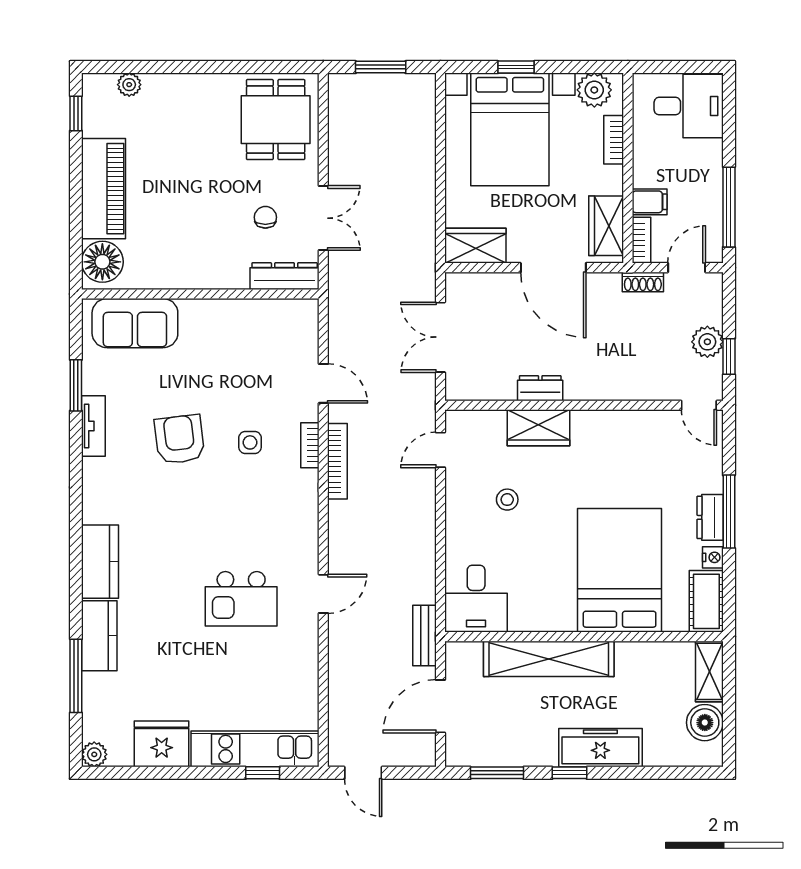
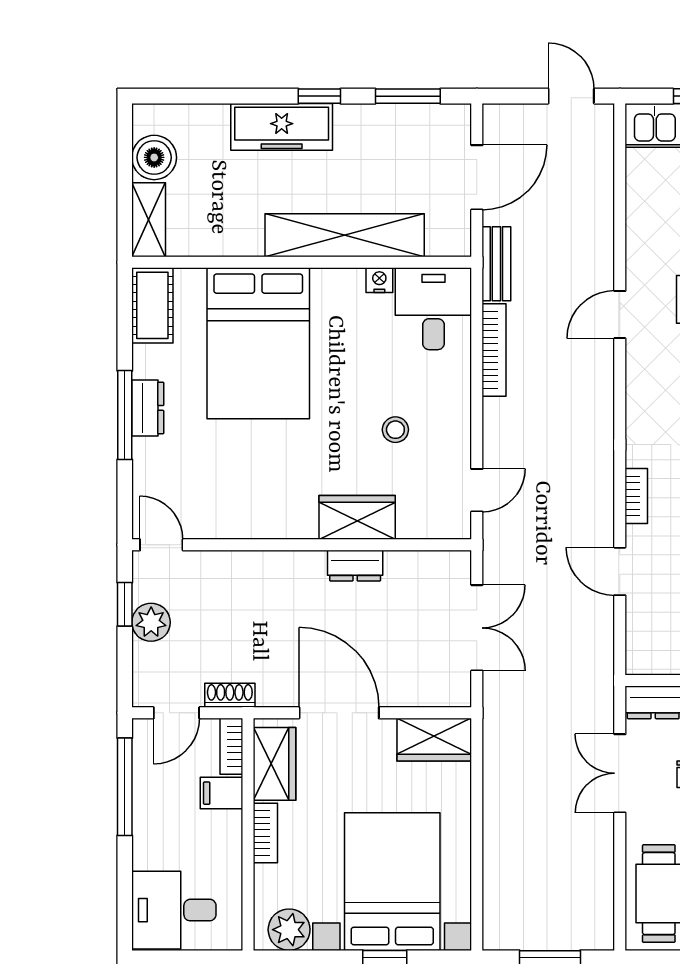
bookcase: (614, 140) -> (265, 833), moved
bookcase: (337, 461) -> (494, 350), moved, turned 180
nightstand: (713, 557) -> (379, 280), moved, turned 90

